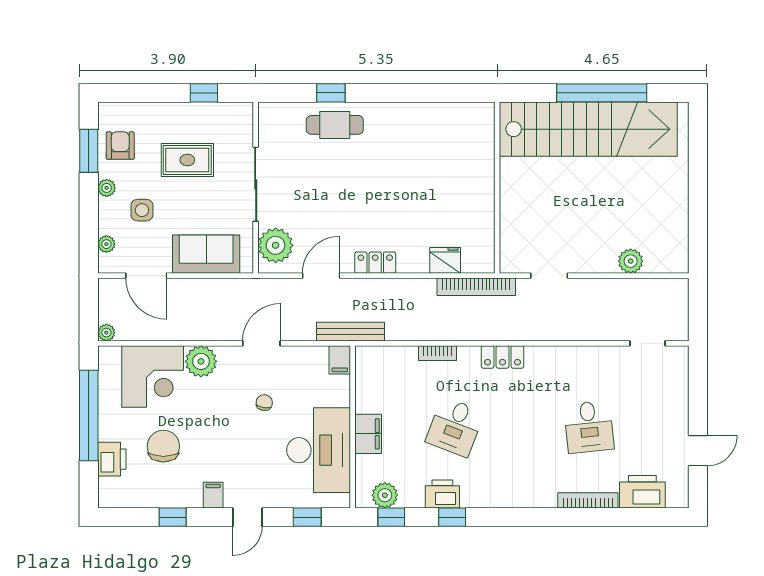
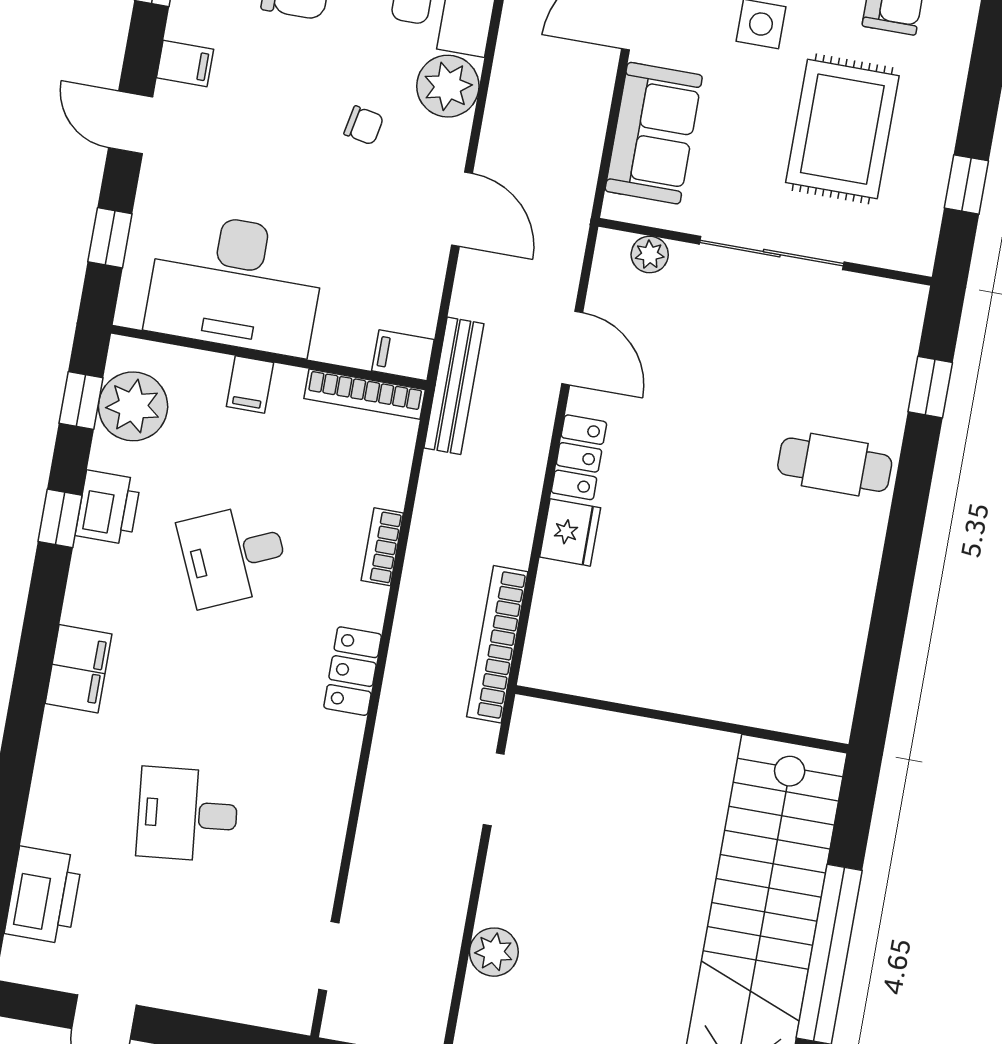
window: (331, 93) -> (930, 387), moved
cafe table: (335, 125) -> (835, 465), moved, turned 90
rug: (187, 160) -> (842, 129), width x1.36, depth x1.43
plant: (276, 245) -> (650, 255), width x0.53, depth x0.53
fridge: (445, 260) -> (570, 532), moved
chair: (264, 403) -> (364, 125), moved
desk: (455, 427) -> (234, 555), turned -45
filing cabinet: (368, 434) -> (250, 385), width x0.50
filing cabinet: (526, 494) -> (78, 669), added
plant: (385, 495) -> (133, 406), width x1.36, depth x1.36
bookcase: (588, 500) -> (365, 394), moved, turned 90

